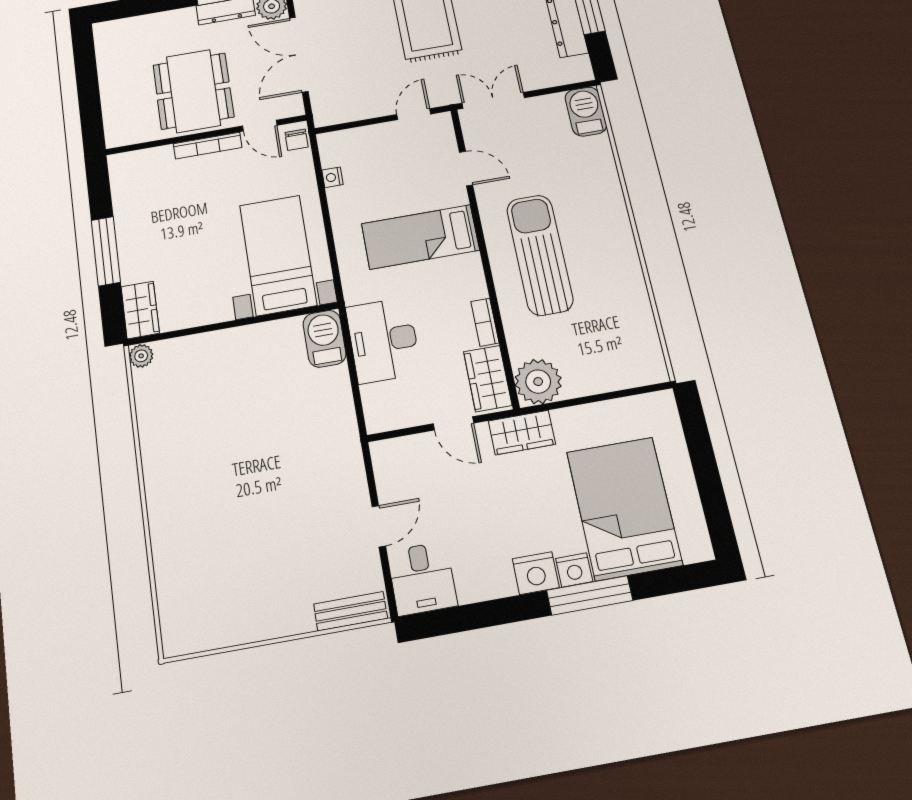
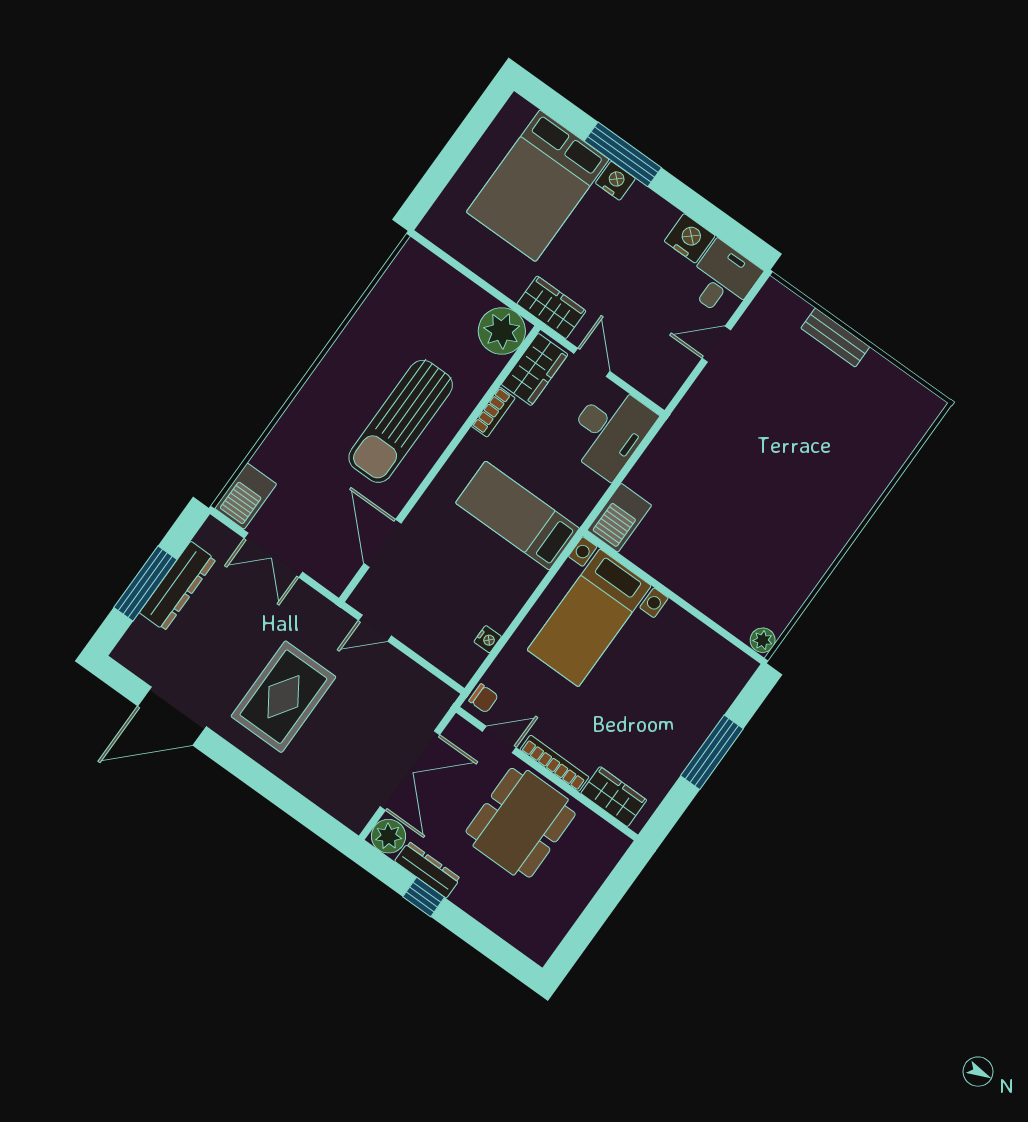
double door: (493, 100) -> (273, 555), moved
door: (260, 126) -> (499, 739), hinge flipped
chair: (297, 140) -> (484, 698), turned 90
door: (466, 168) -> (382, 543), width x1.38
bed: (420, 237) -> (517, 516), moved, turned 180
wardrobe: (140, 310) -> (614, 797), moved, turned 90
desk: (383, 340) -> (609, 431), moved
nightstand: (536, 573) -> (690, 238), moved
bench: (351, 611) -> (835, 338), moved

